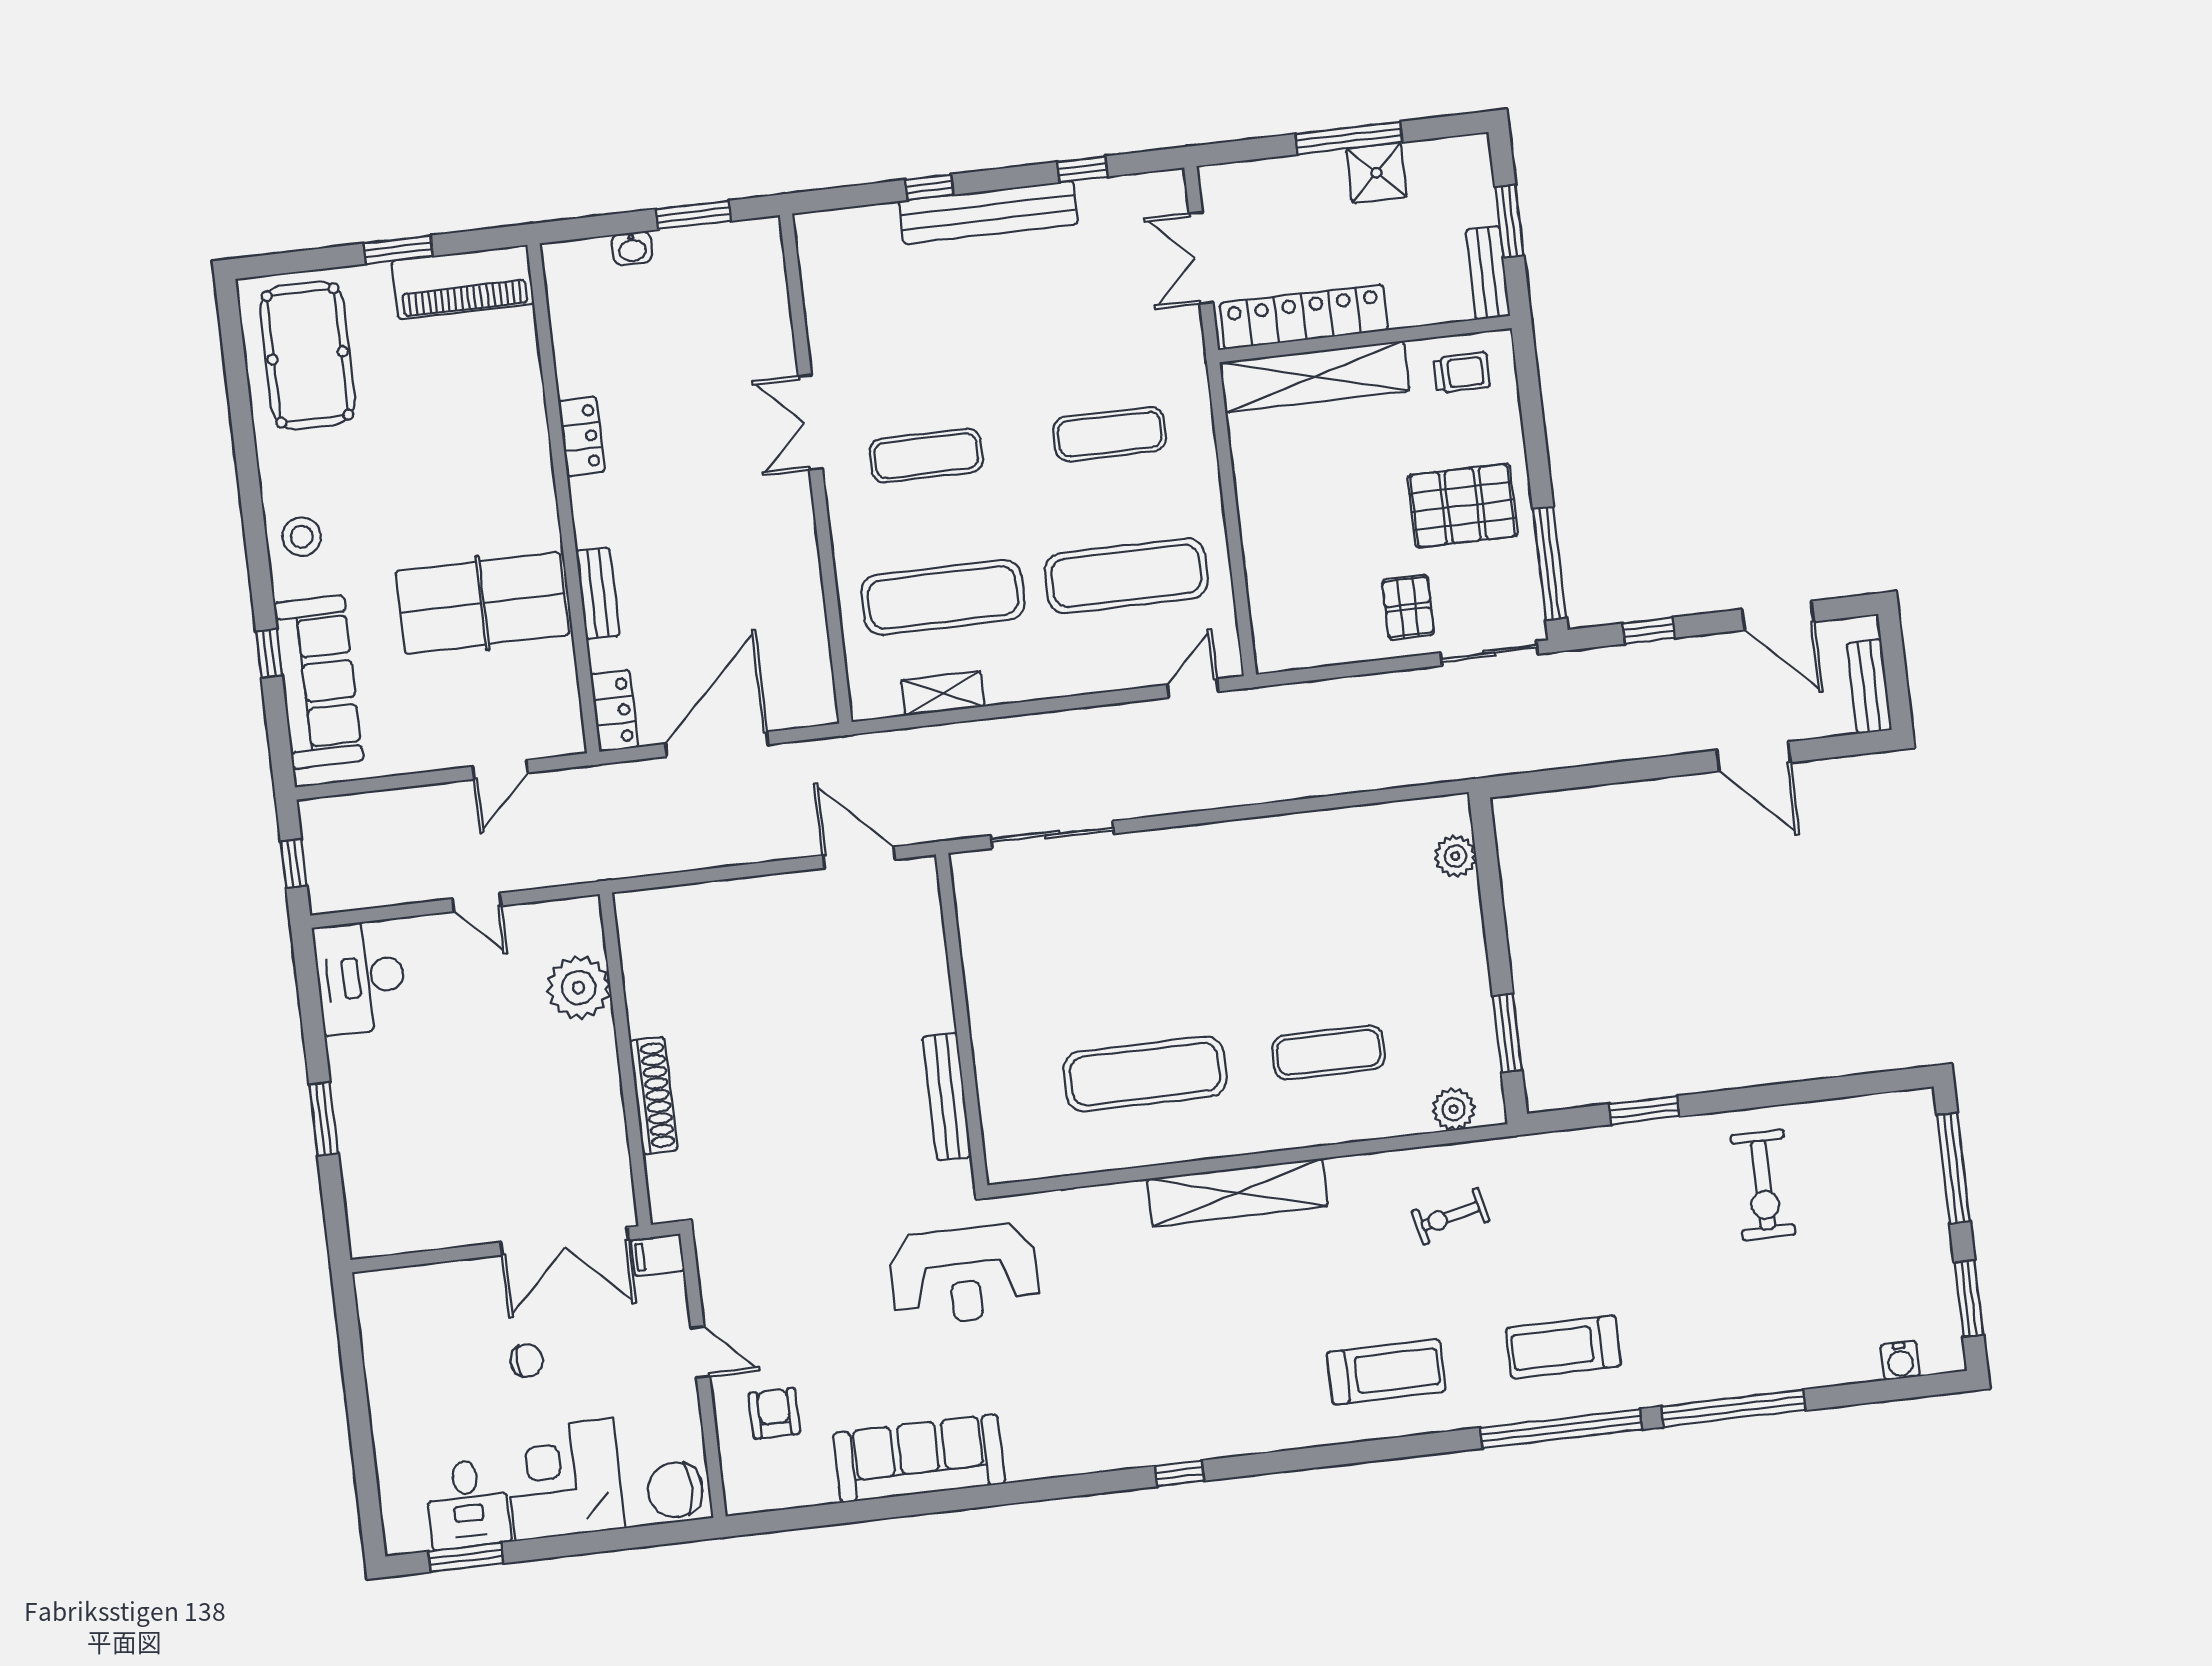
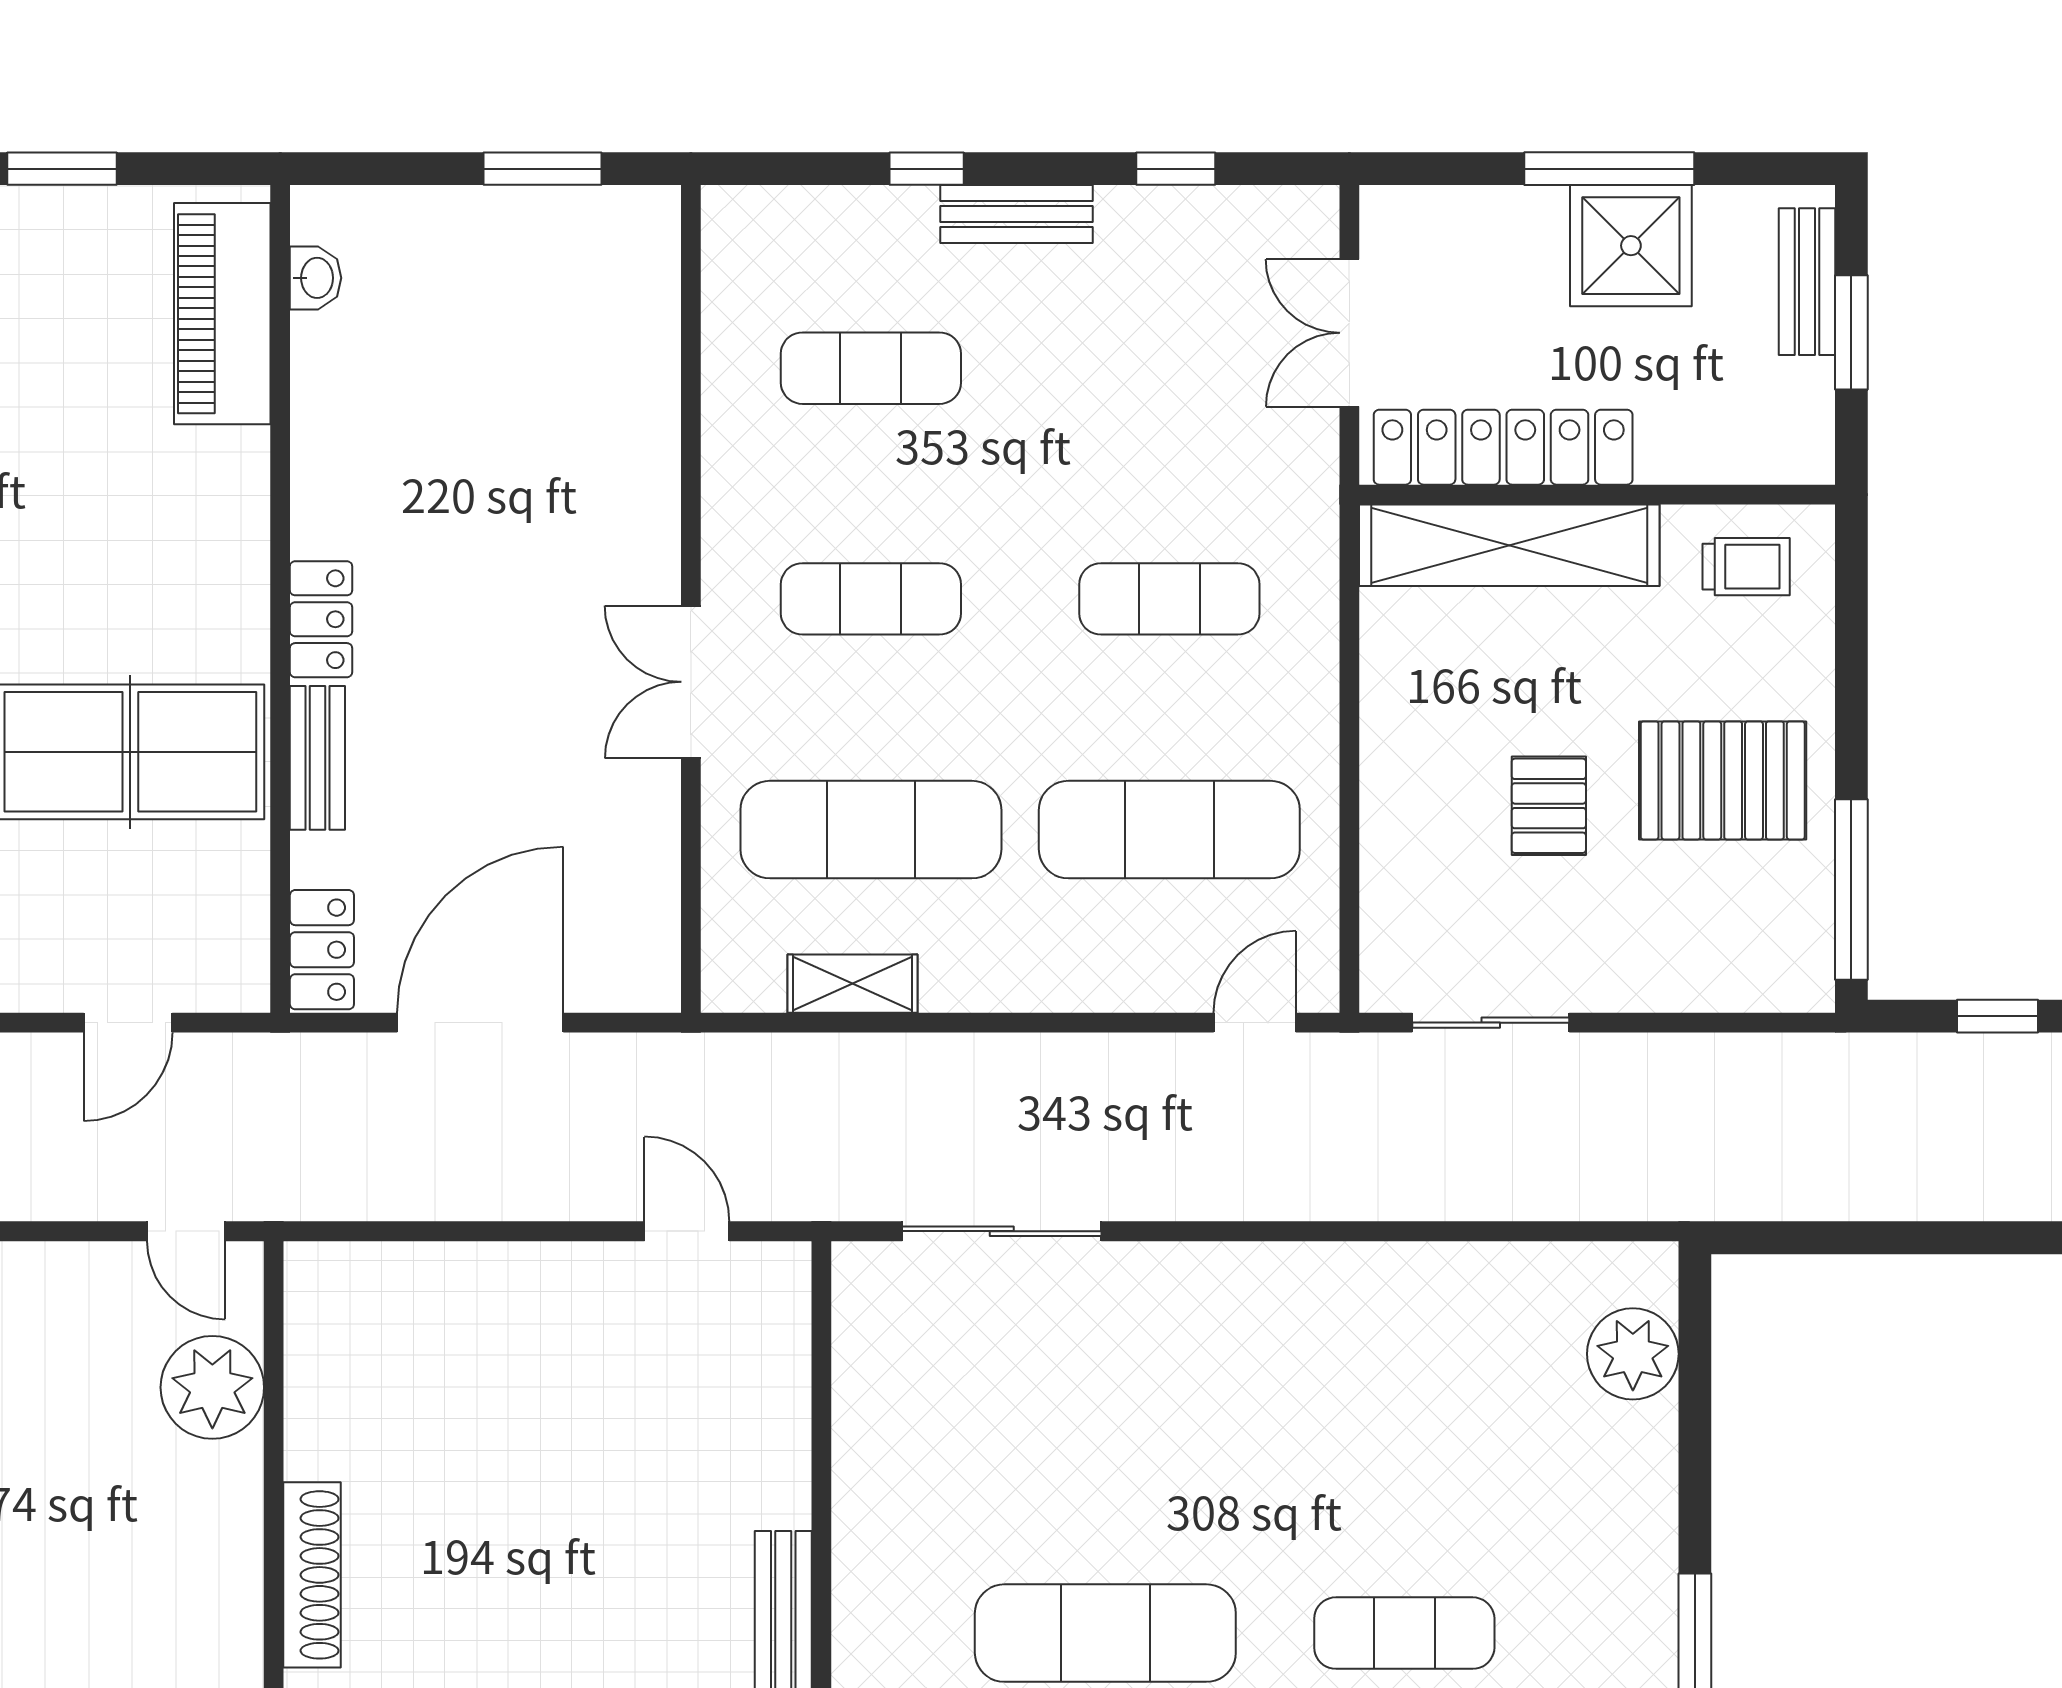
shower: (1376, 173) -> (1631, 246), width x1.36, depth x1.36
bench: (988, 213) -> (1017, 214), width x0.54, depth x0.82
washbasin: (632, 248) -> (316, 278), moved, turned -90
bench: (1488, 273) -> (1807, 282), moved
piano: (463, 282) -> (222, 314), moved, turned 90
exercise mat: (910, 314) -> (871, 368), added
double door: (810, 422) -> (691, 682), moved
locker: (582, 437) -> (321, 619), moved
pallet: (1408, 607) -> (1549, 806), moved
sliding door: (1489, 653) -> (1491, 1023), moved
plant: (1455, 856) -> (1633, 1354), width x1.36, depth x1.36
door: (859, 857) -> (687, 1231), width x0.73
door: (477, 902) -> (186, 1231), moved

